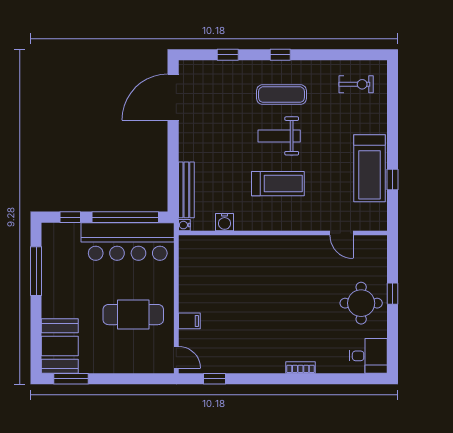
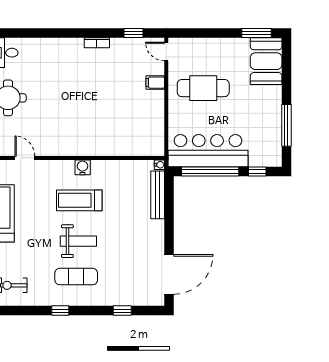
window: (280, 55) -> (60, 311), moved
water cooler: (225, 222) -> (83, 167), moved
bookcase: (301, 367) -> (97, 43), moved

